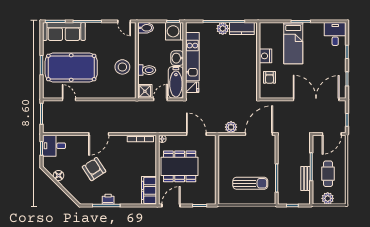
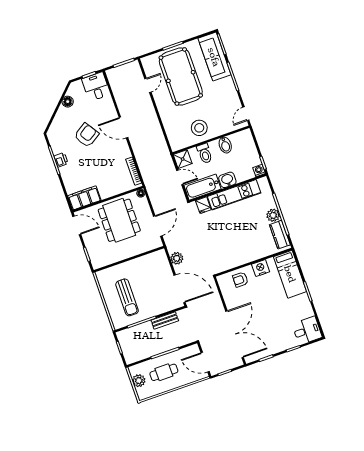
bidet: (146, 28) -> (225, 145), moved
washing machine: (175, 31) -> (259, 171), width x0.53, depth x0.53
bed: (293, 43) -> (290, 274), moved, turned -90
bench: (306, 178) -> (165, 320), moved

